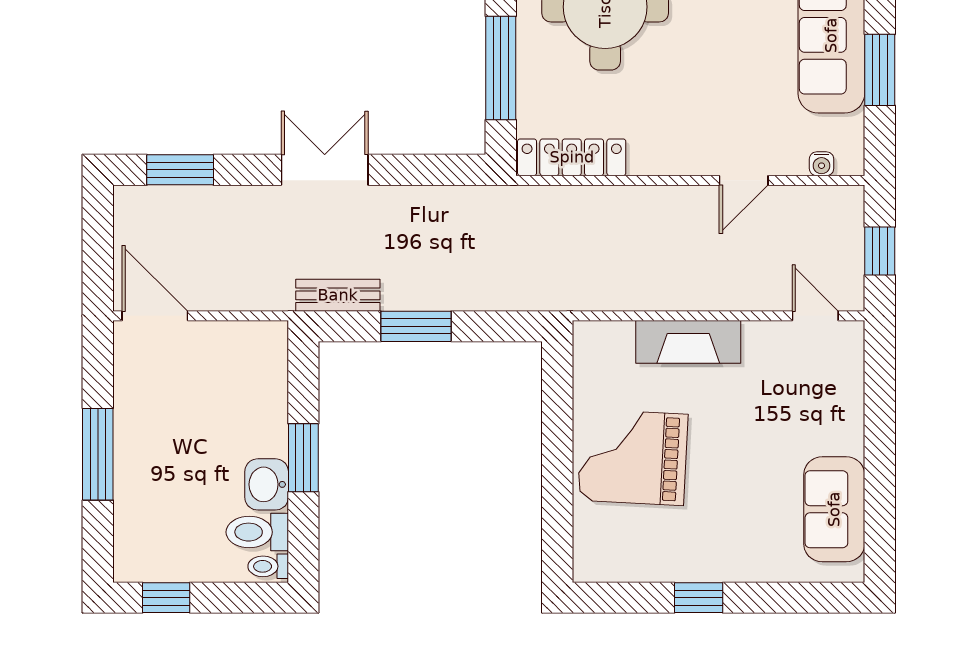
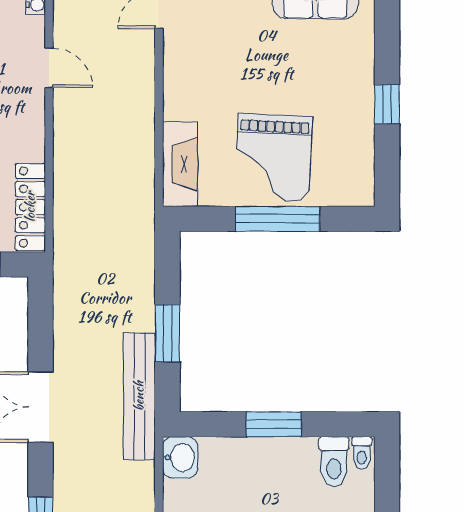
bench: (338, 295) -> (139, 396), width x1.86, depth x1.21
fireplace: (688, 342) -> (180, 164), moved
window: (557, 463) -> (278, 219), added
washbasin: (267, 484) -> (180, 457), moved, turned -90

